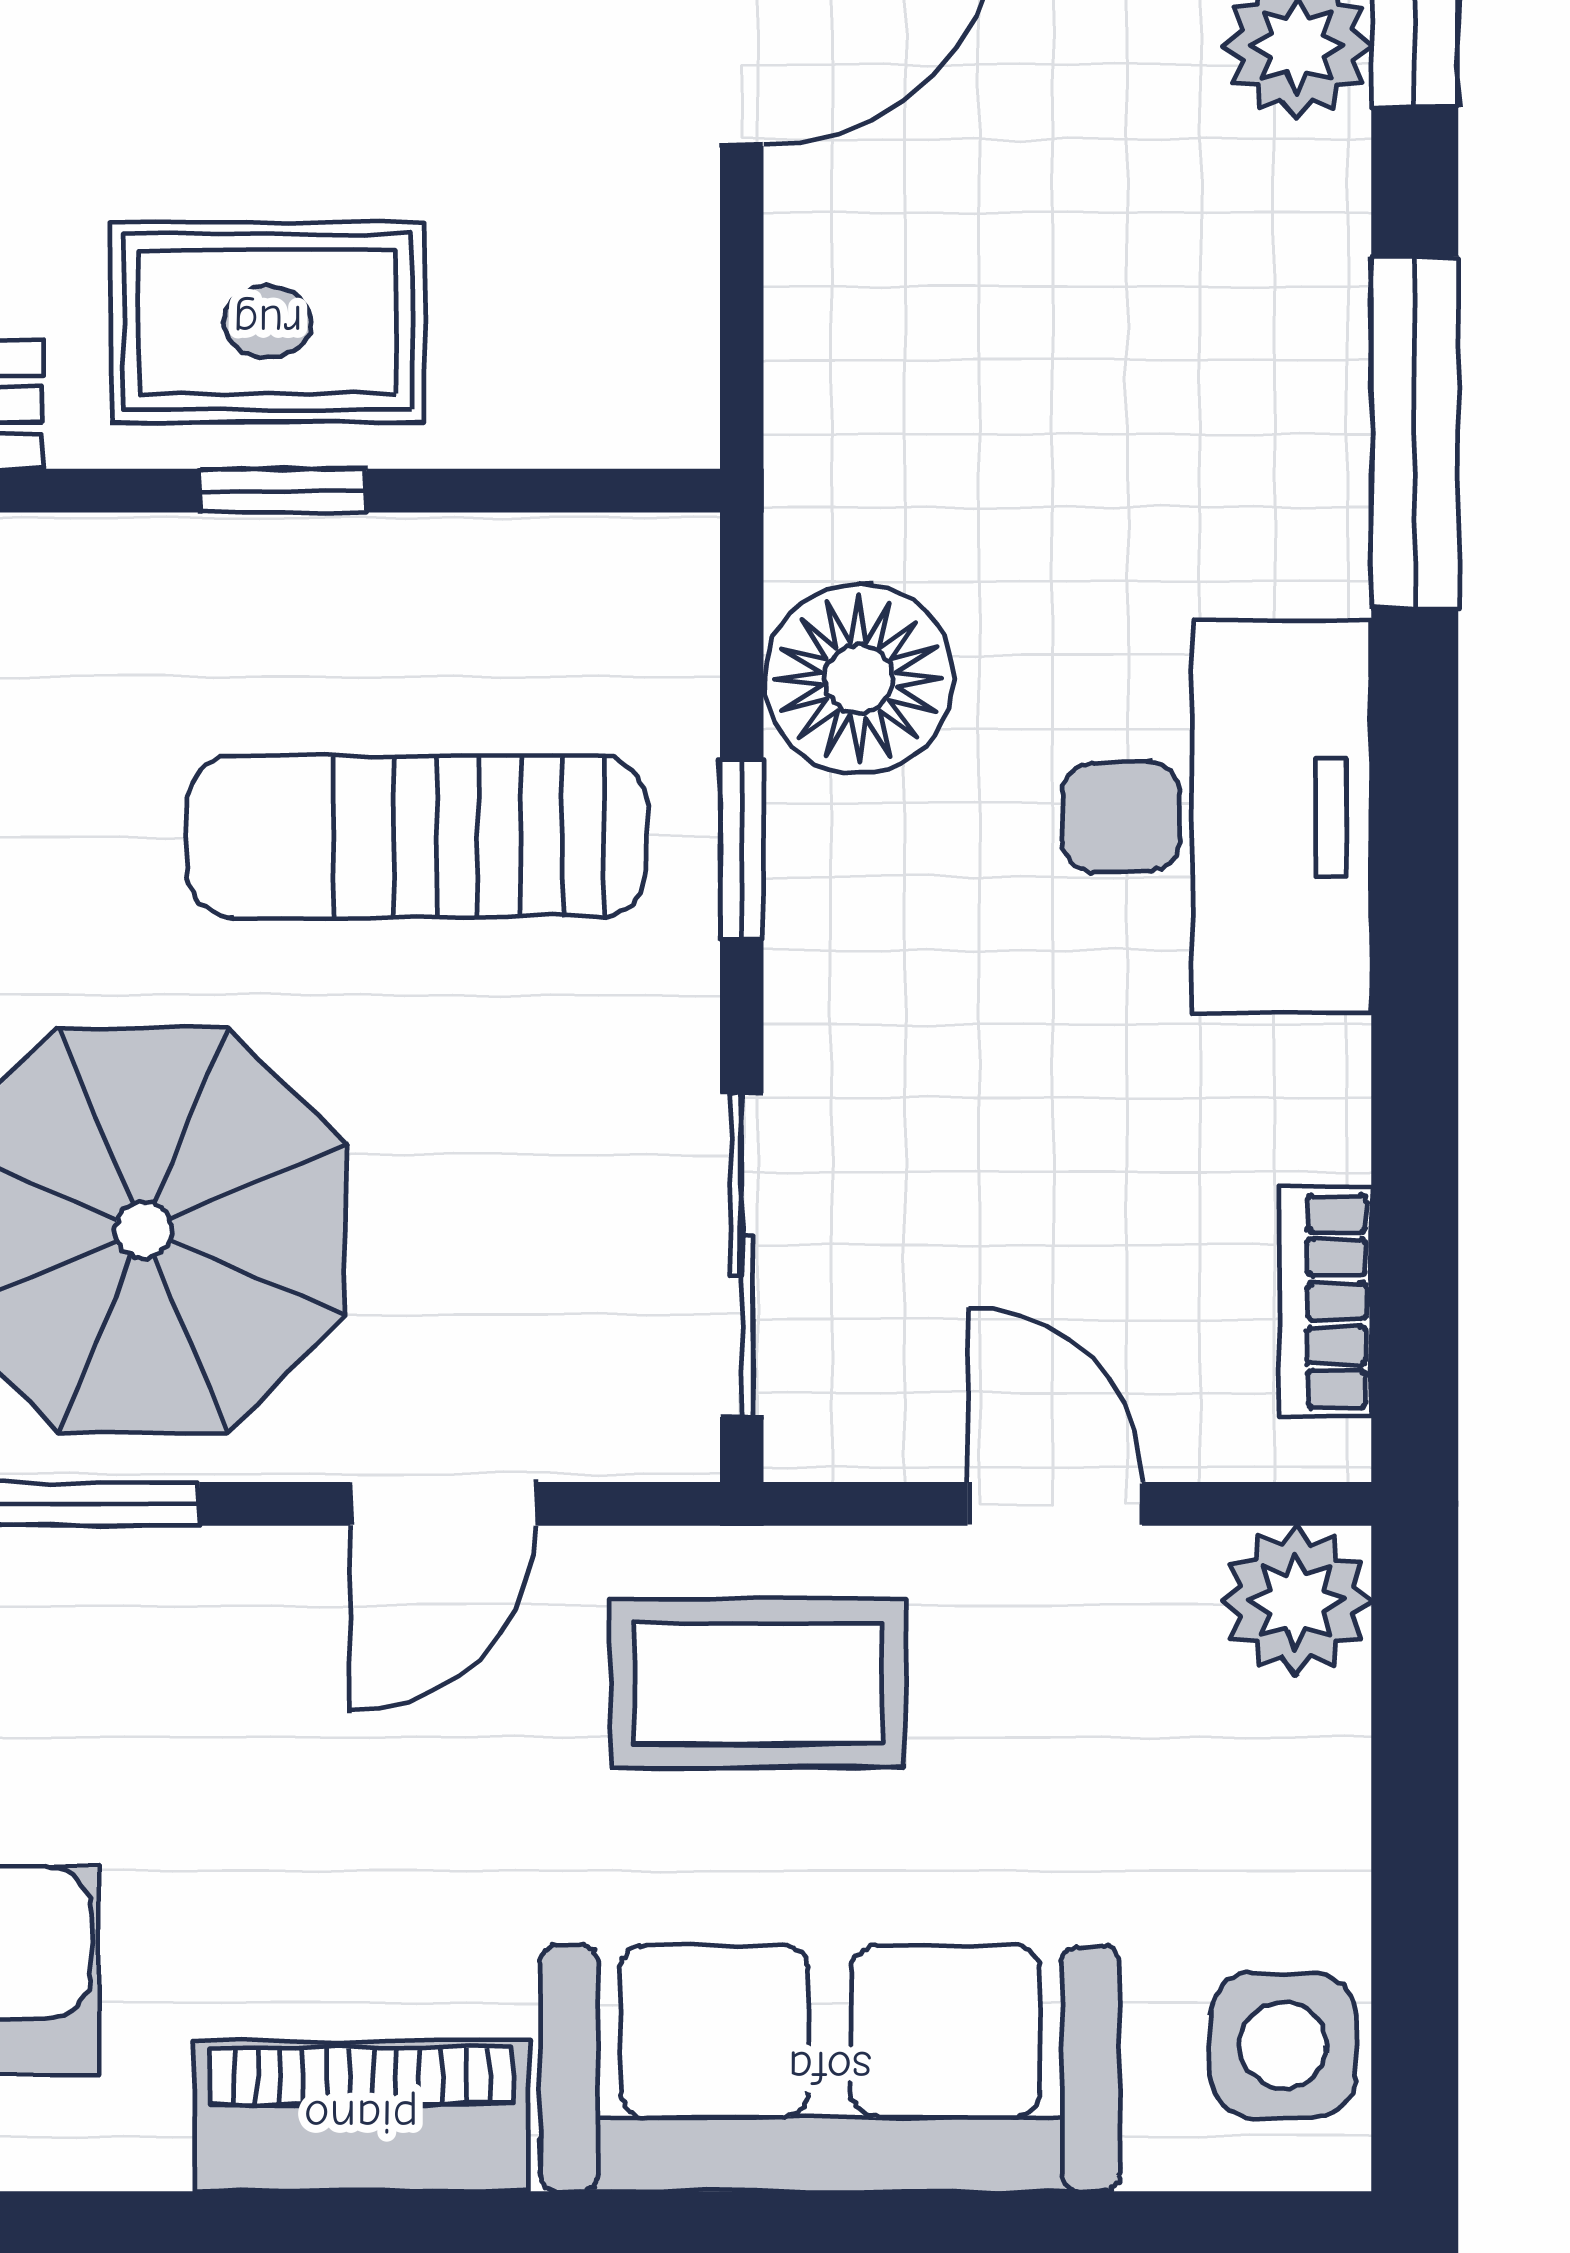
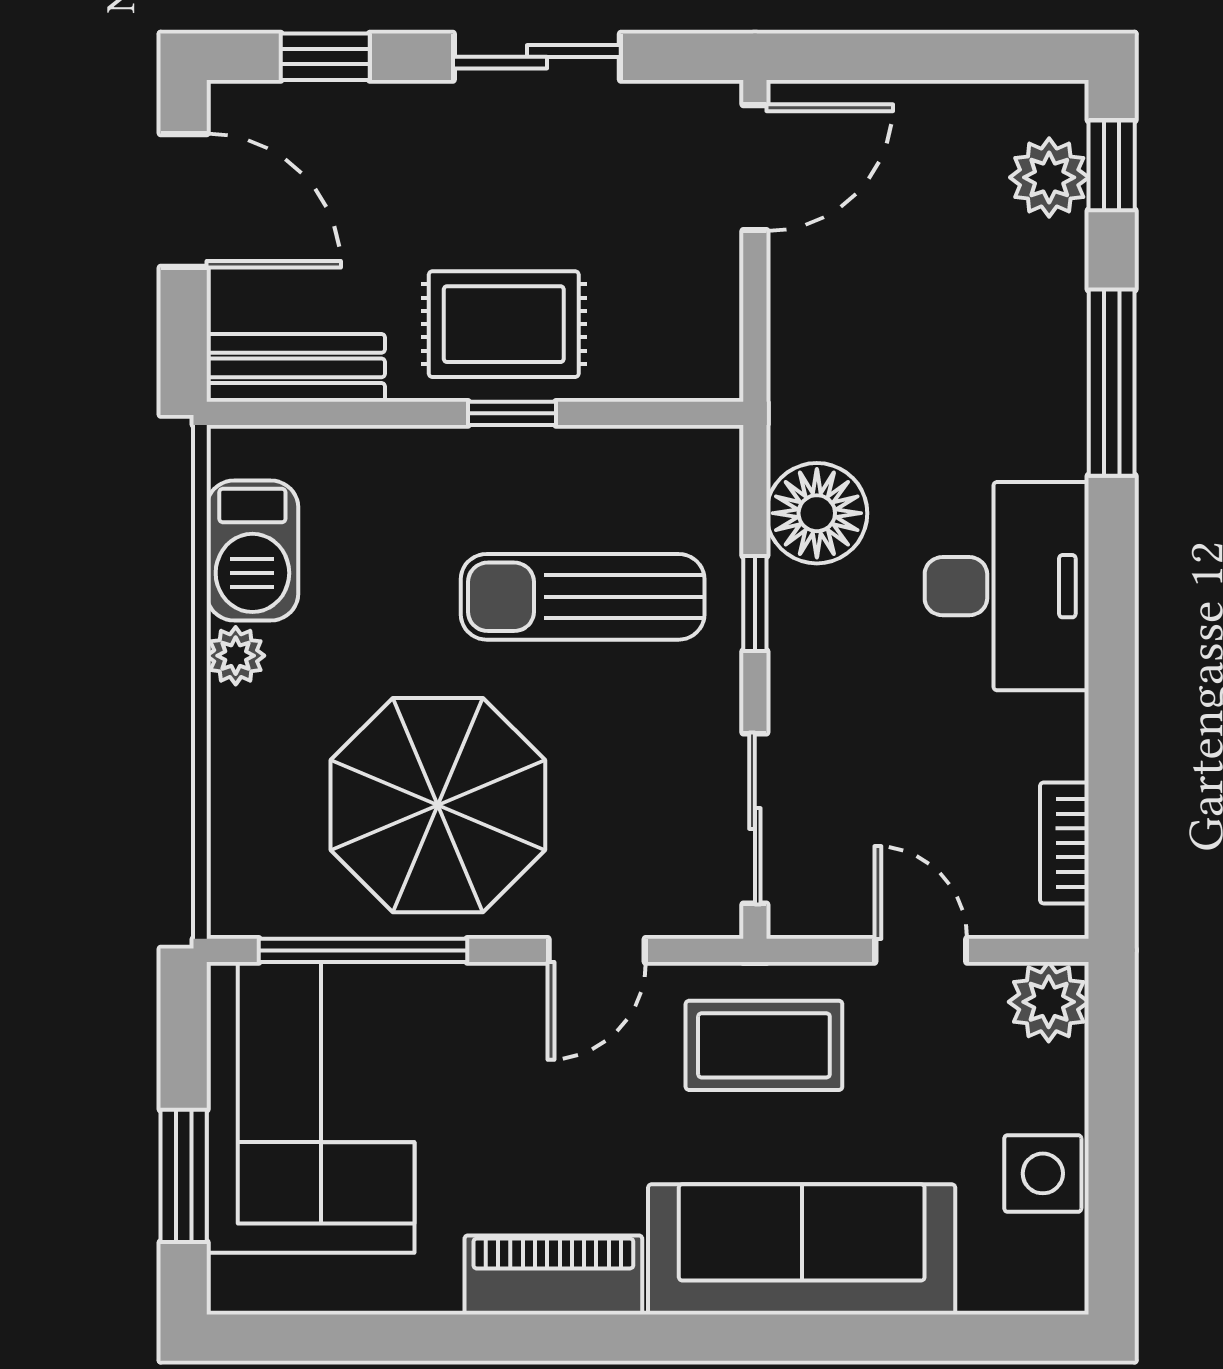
side table: (1283, 2045) -> (1043, 1173), moved

